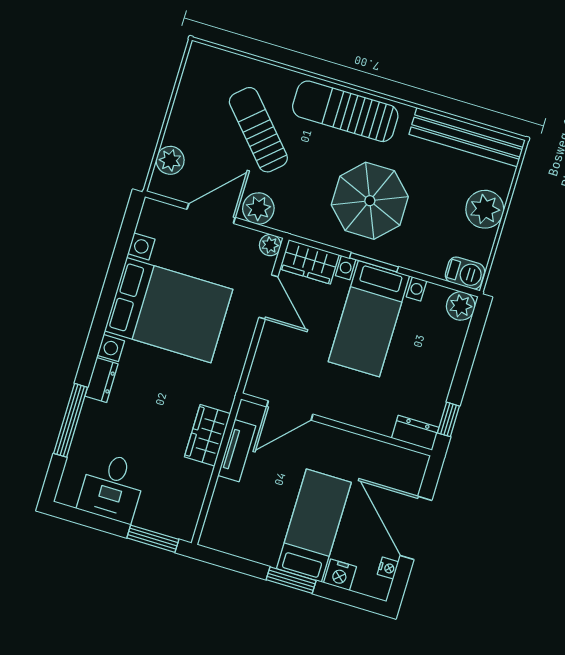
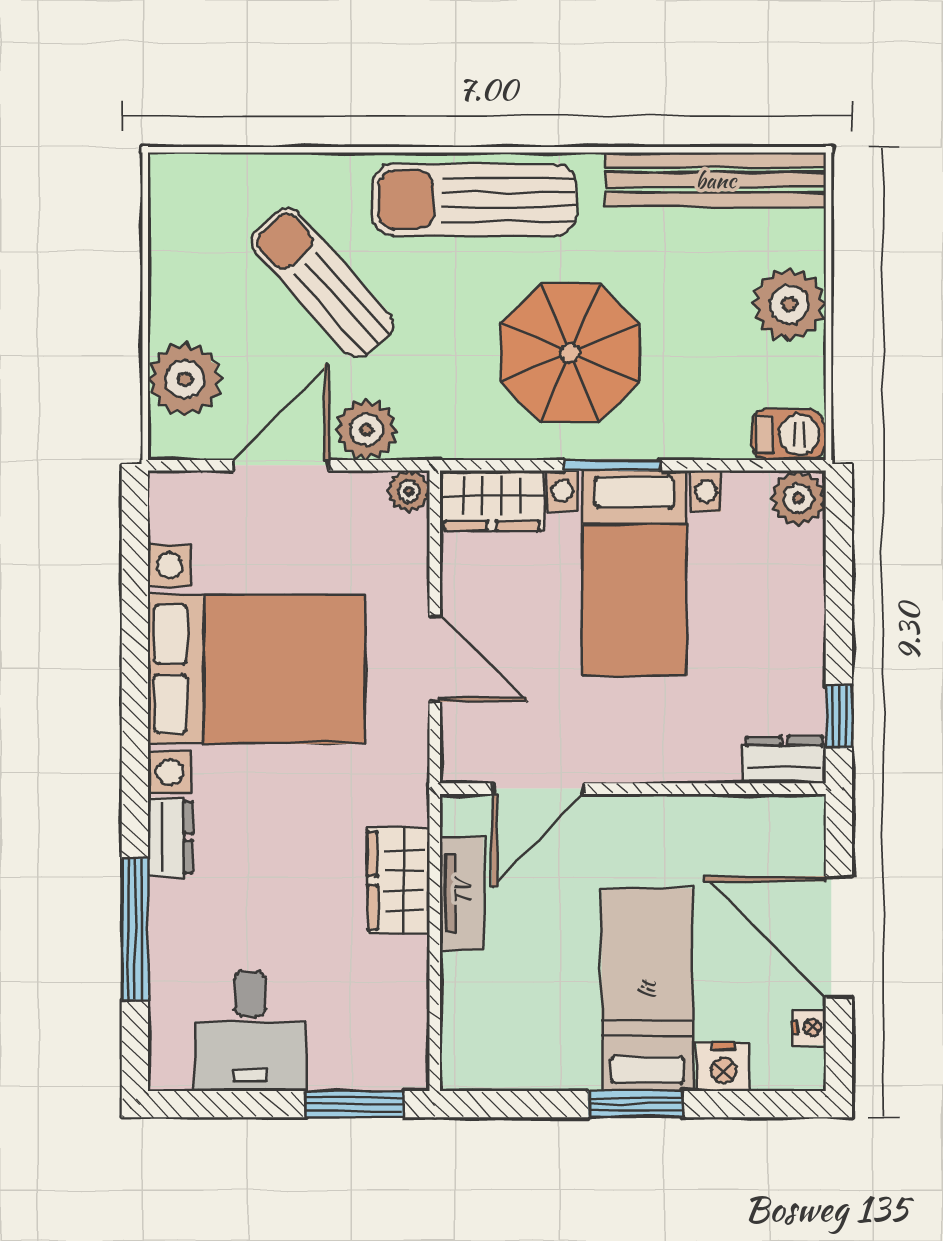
plant: (170, 160) -> (185, 379), width x1.36, depth x1.36
door: (268, 297) -> (435, 658), moved

